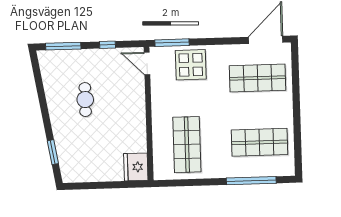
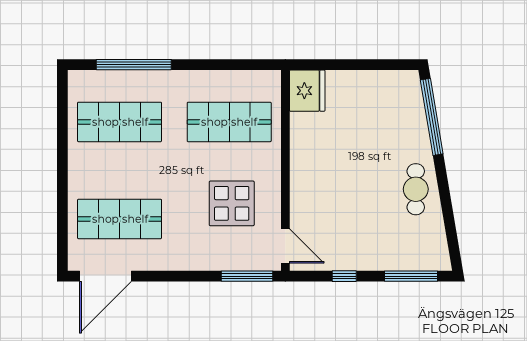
display table: (191, 65) -> (232, 203), moved
cafe table: (85, 100) -> (416, 189), moved
shop shelf: (187, 145) -> (229, 122), turned 90
window: (53, 152) -> (432, 117), width x2.11

